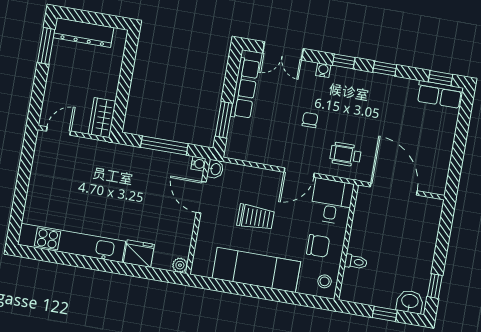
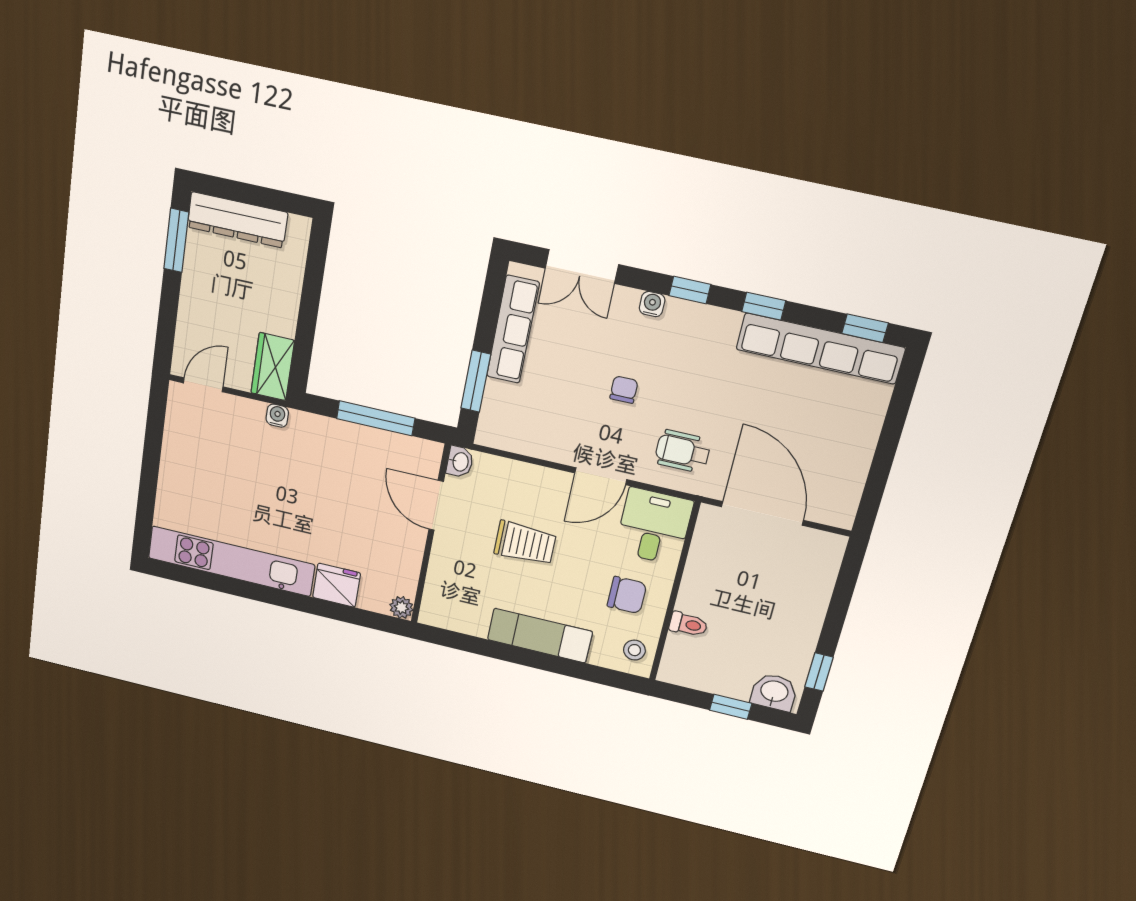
row of seats: (440, 94) -> (820, 348), width x2.02
water cooler: (198, 164) -> (277, 416), moved, turned -90
exam couch: (256, 270) -> (540, 636), width x0.73, depth x0.69

